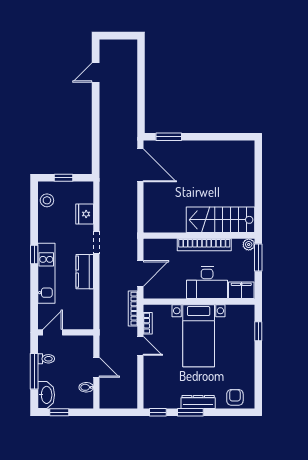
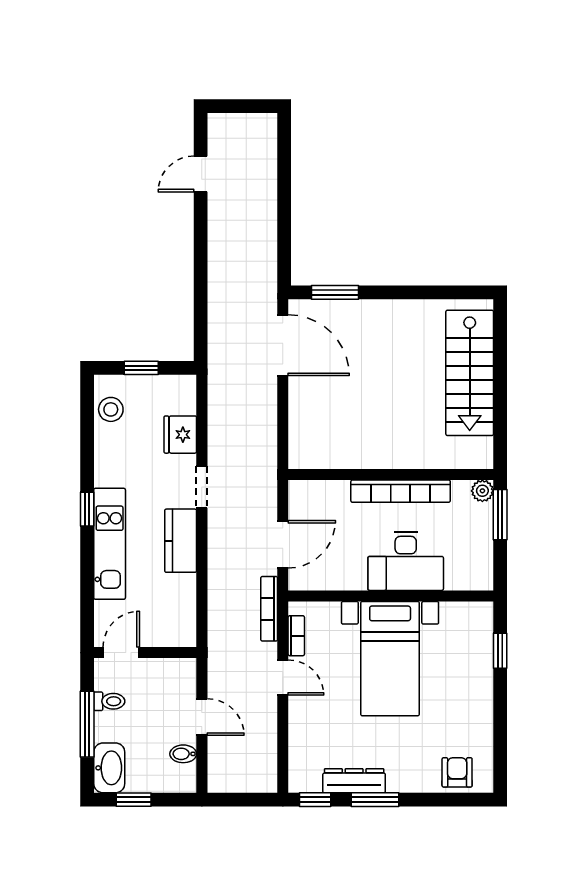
stairs: (221, 220) -> (470, 373), moved, turned -90
filing cabinet: (241, 290) -> (469, 575), removed
dresser: (198, 402) -> (354, 781), moved

